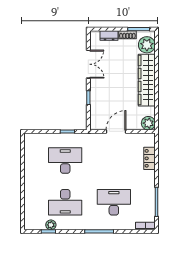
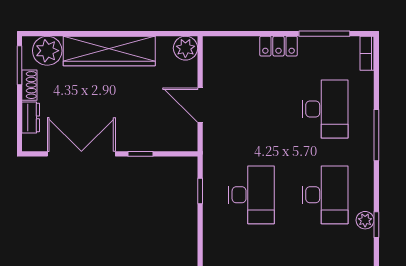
double door: (88, 64) -> (81, 154), width x1.37
locker: (149, 158) -> (278, 46), moved
desk: (65, 161) -> (251, 195), turned 180
desk: (114, 202) -> (325, 109), turned 180

